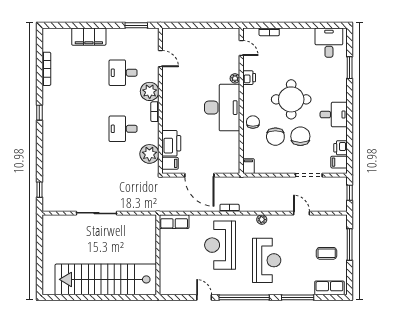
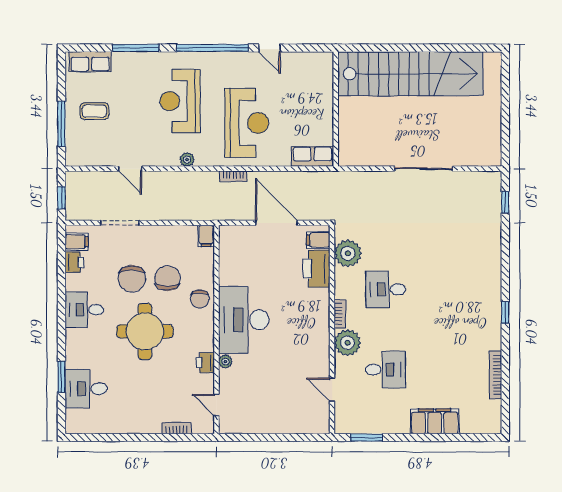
desk: (329, 43) -> (86, 389), moved, turned 90
desk: (123, 129) -> (386, 289), turned 180

